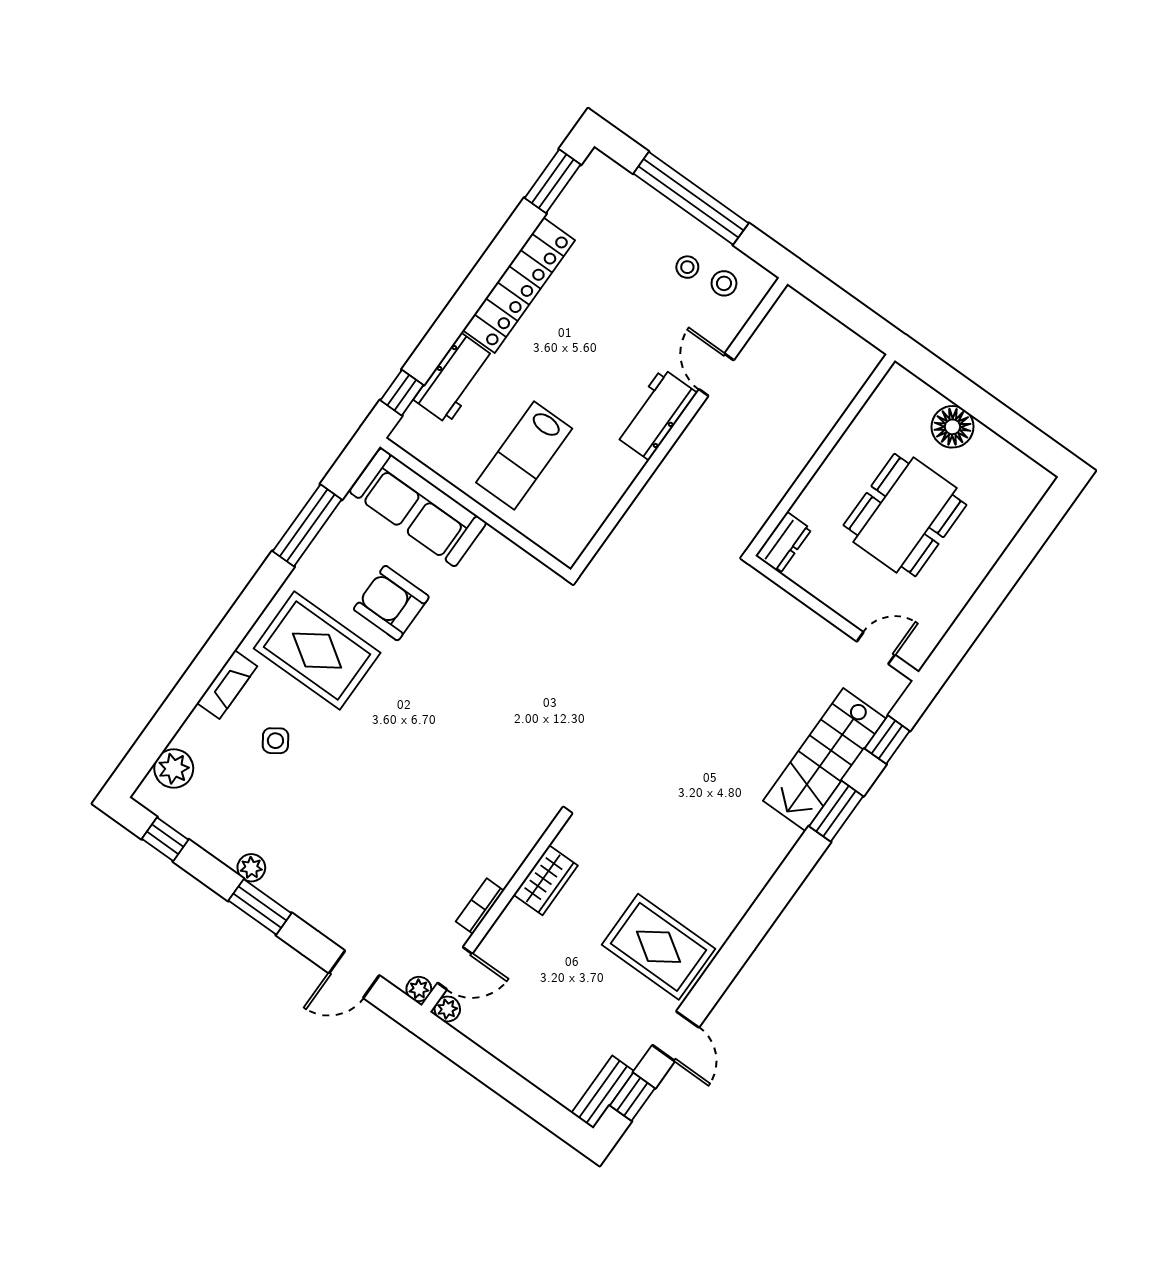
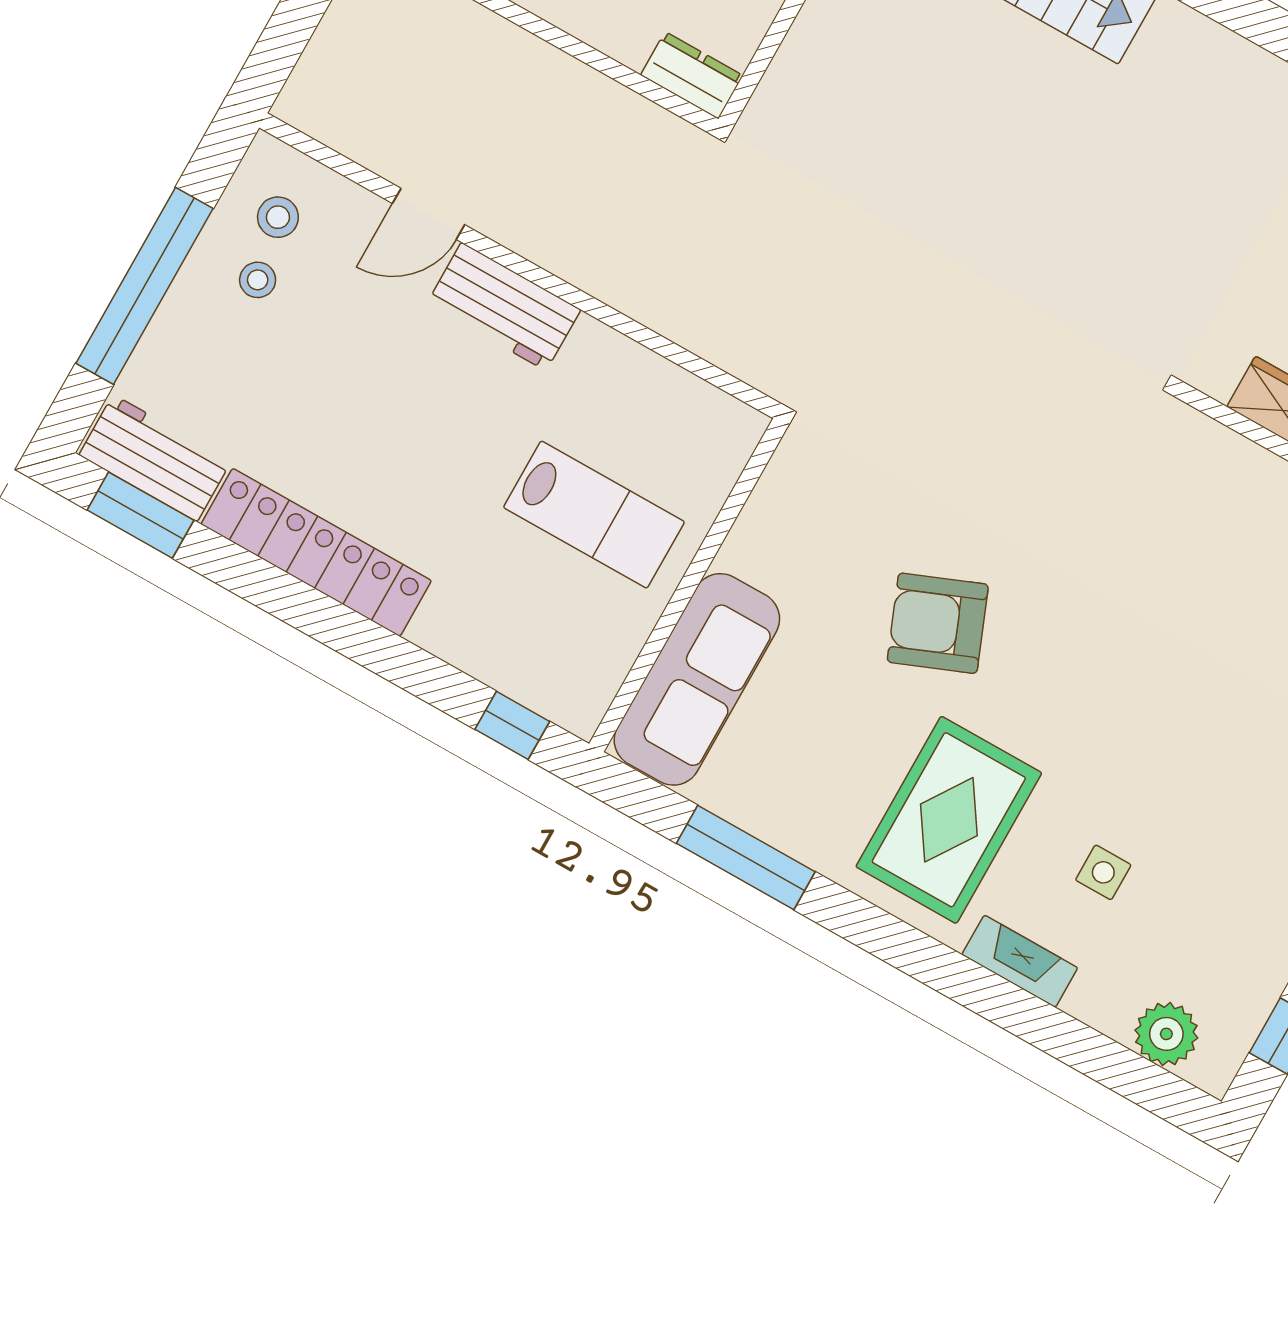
workbench: (454, 379) -> (155, 458), moved
armchair: (391, 603) -> (938, 623), moved, turned 68
side table: (275, 741) -> (1103, 872), turned 34

